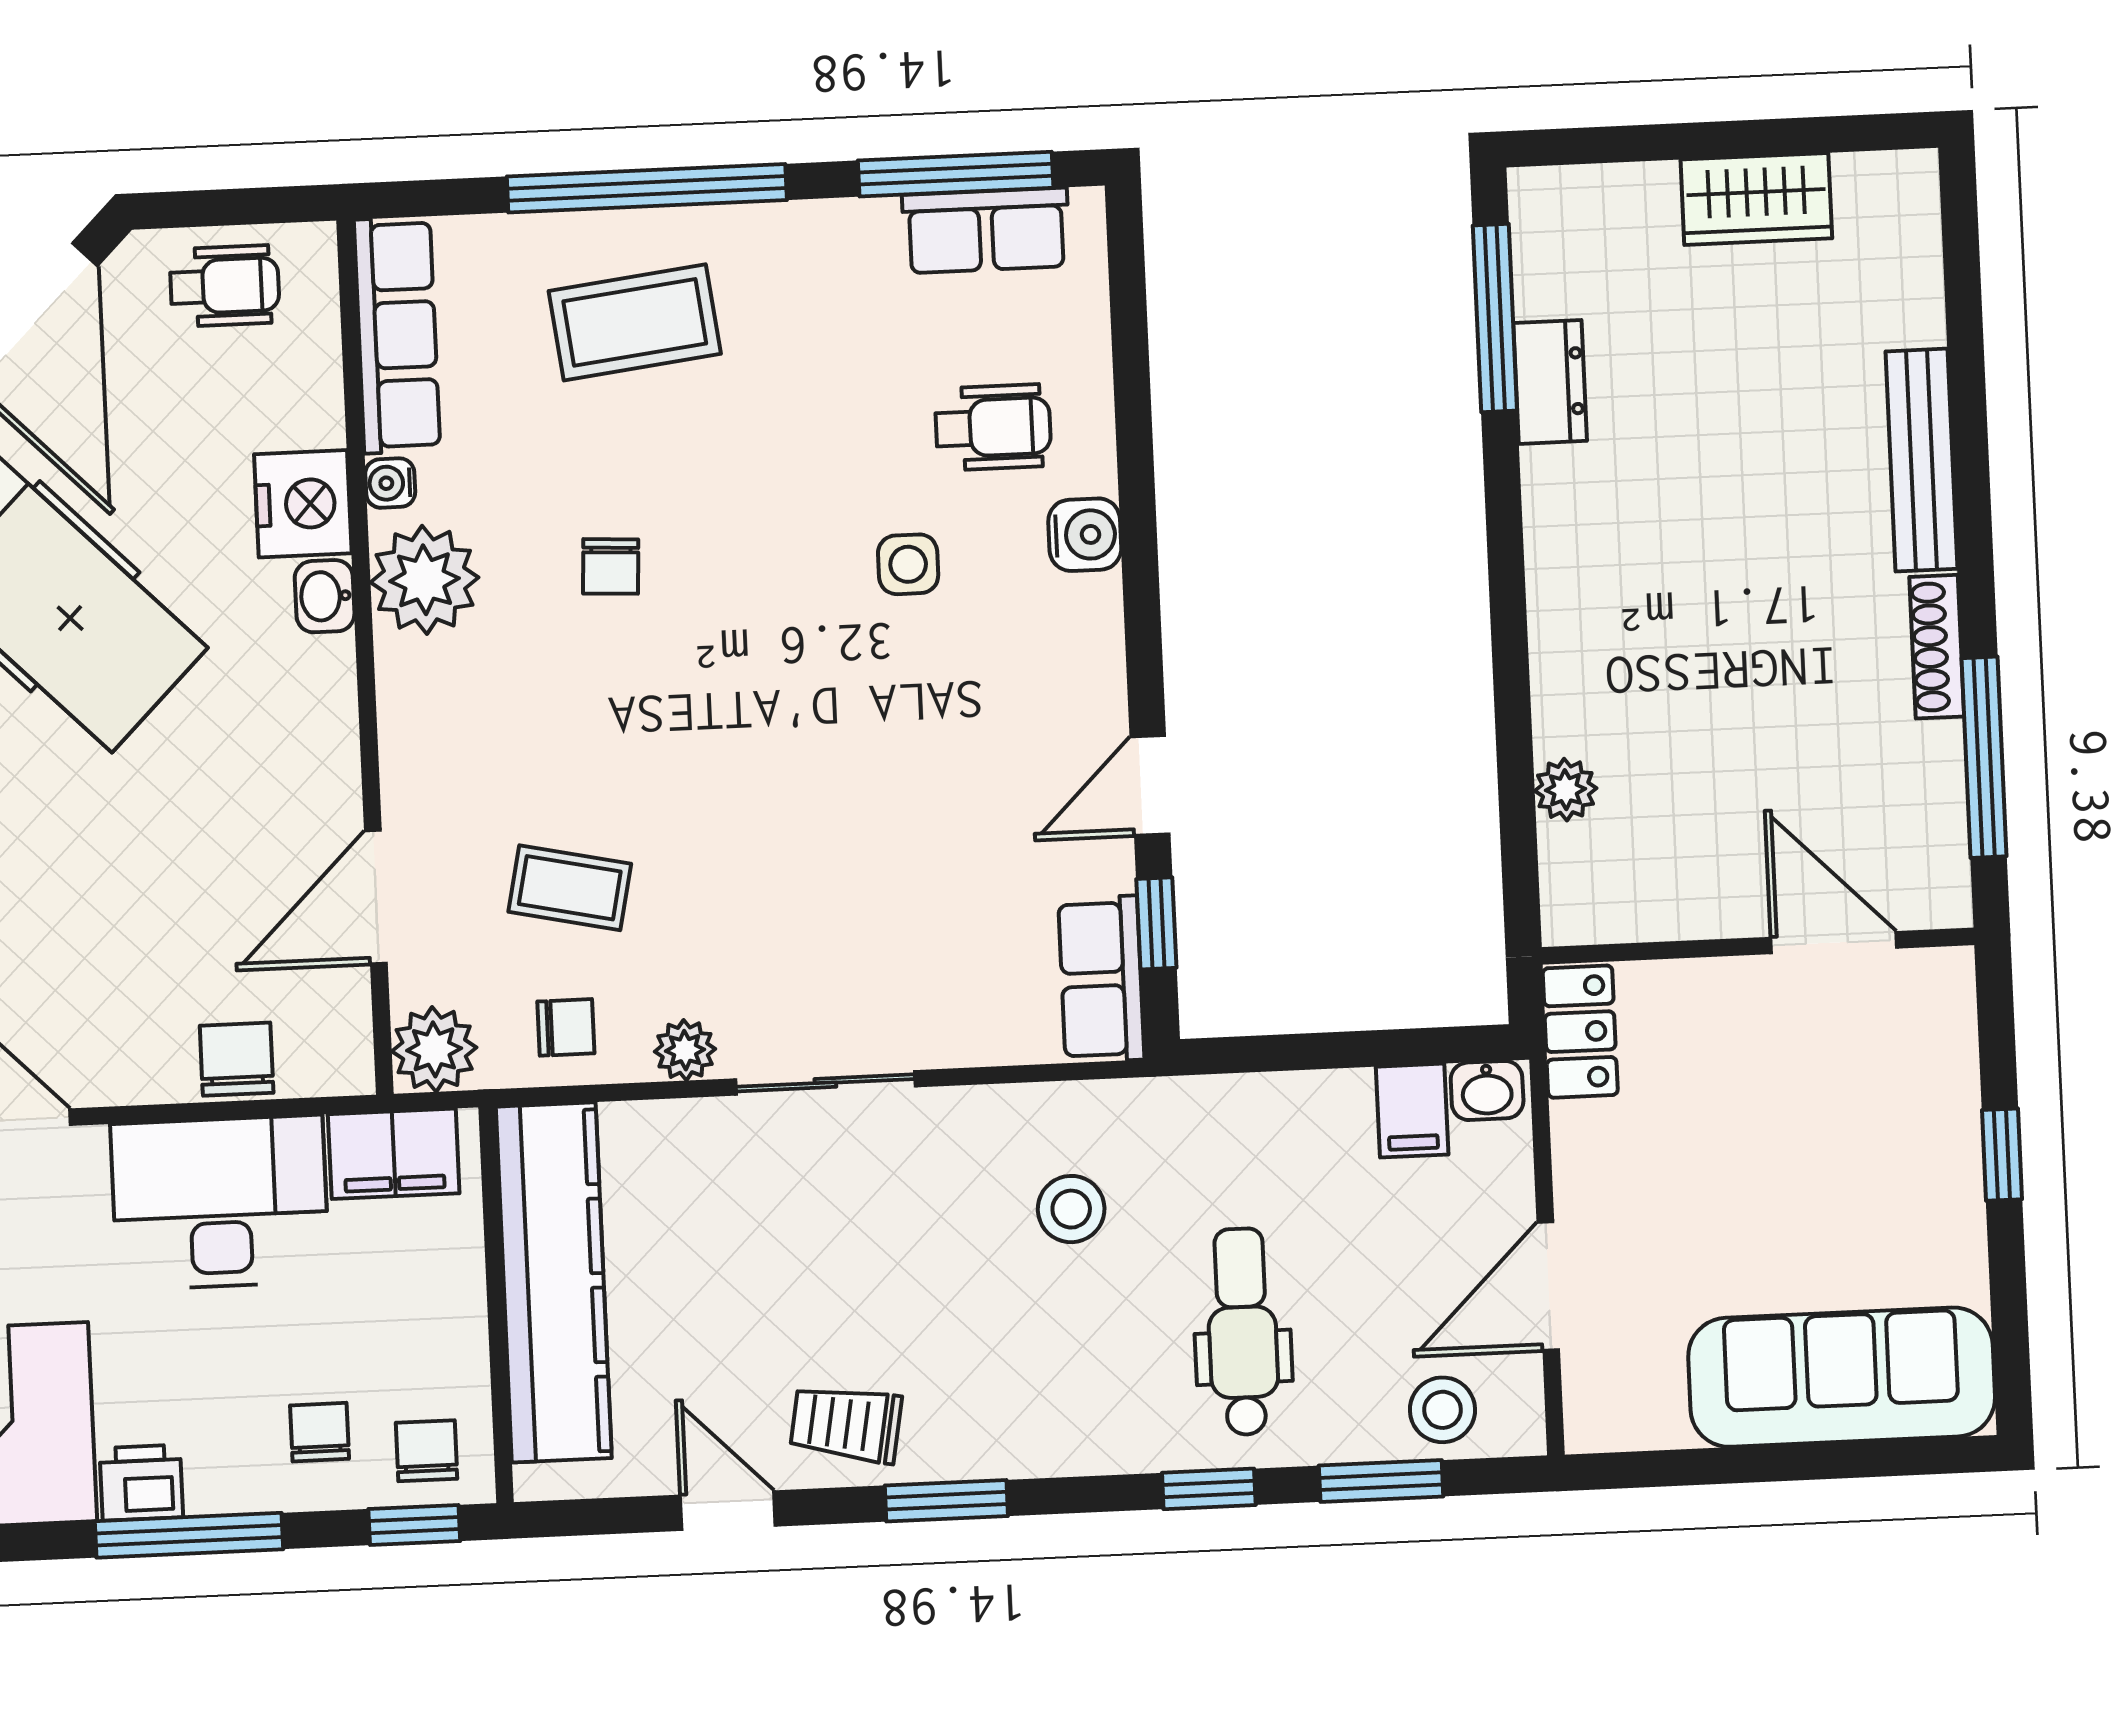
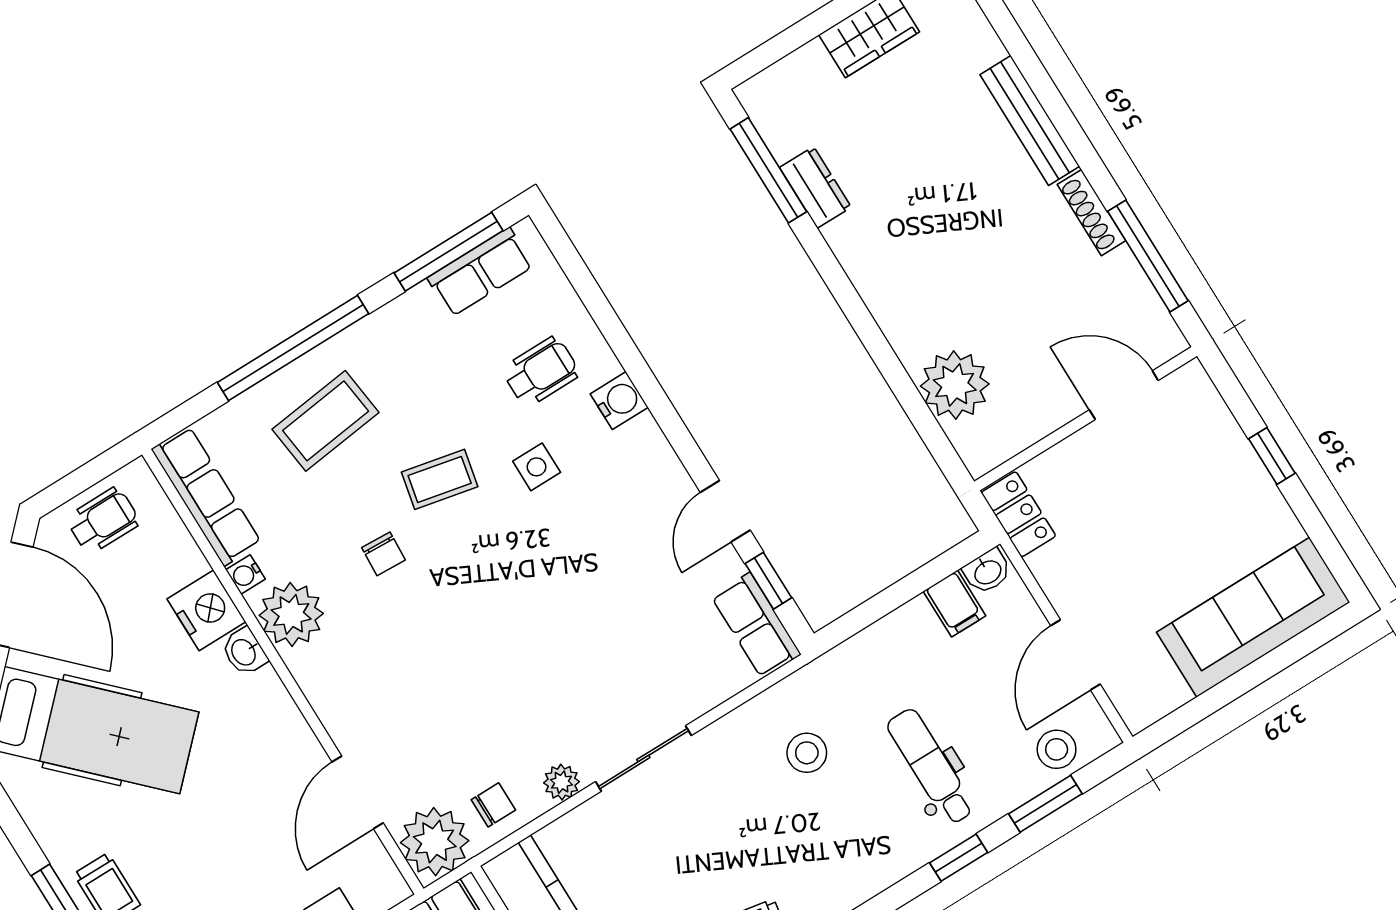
plant: (1566, 790) -> (955, 385), width x1.88, depth x1.88
coffee table: (570, 888) -> (440, 479), moved
plant: (434, 1049) -> (435, 842), width x1.36, depth x1.36

